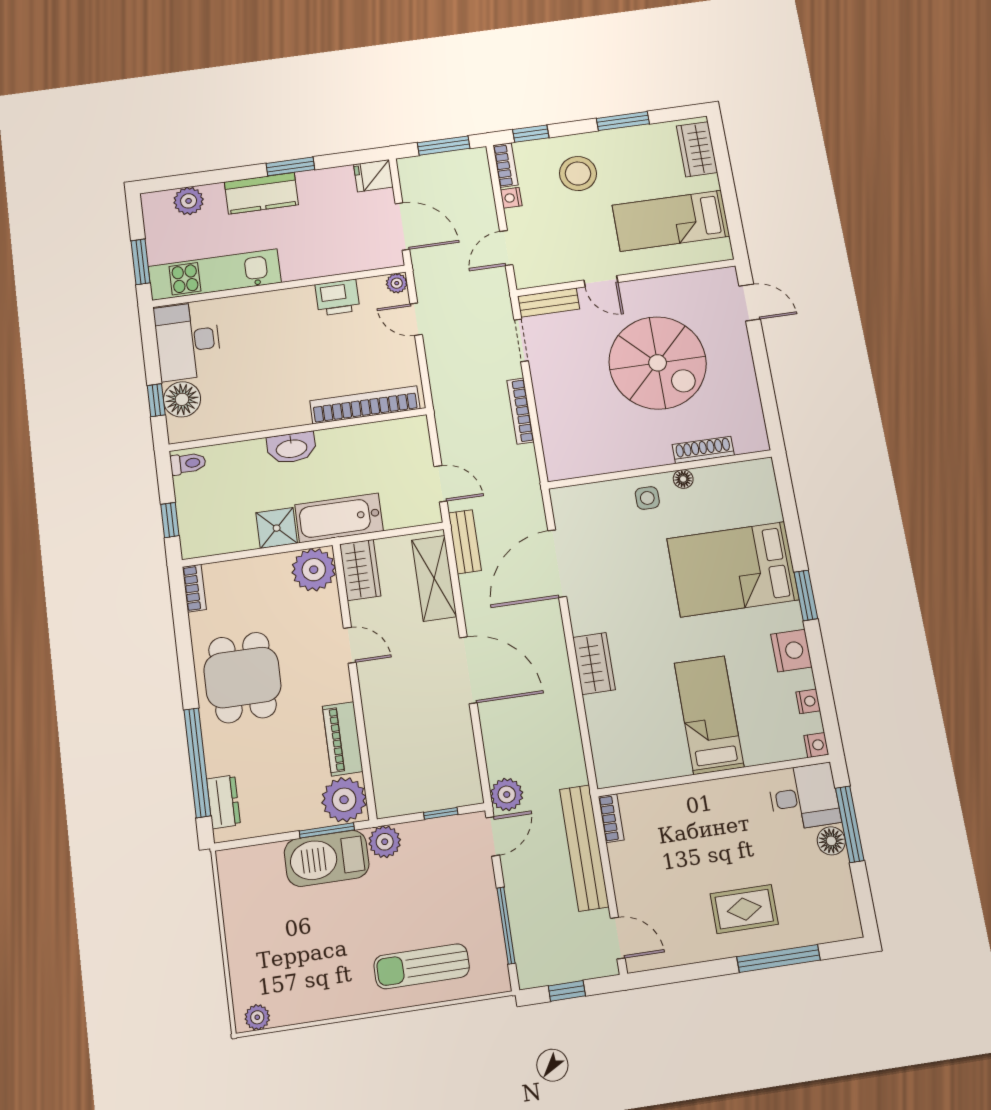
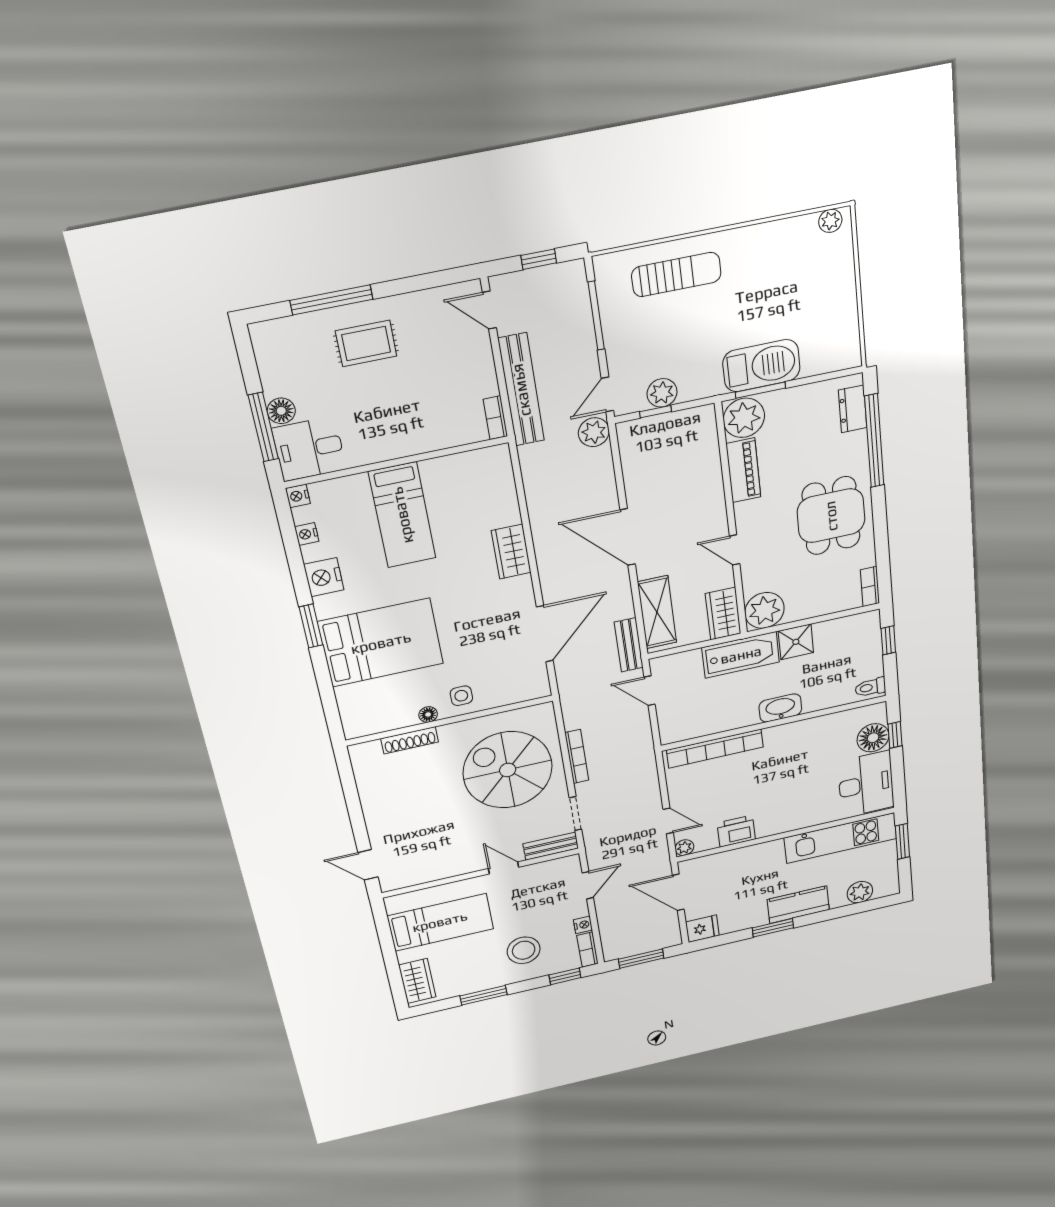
spiral stairs: (658, 363) -> (508, 770), moved
plant: (385, 842) -> (662, 393), moved

